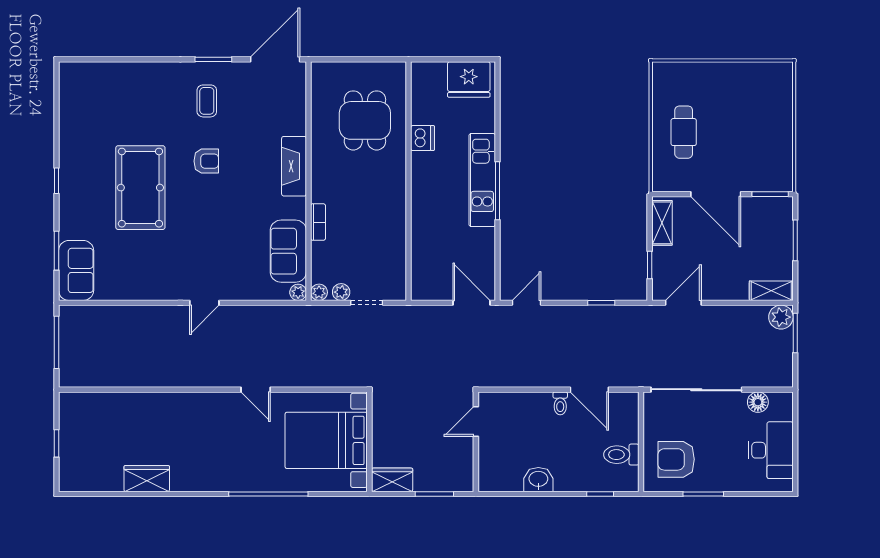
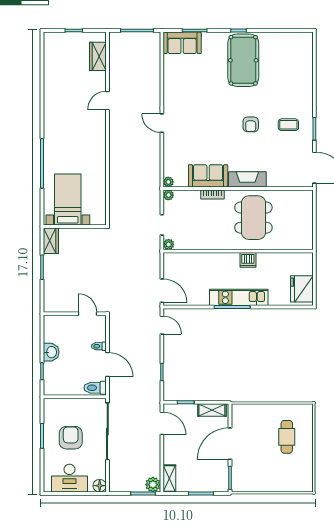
dining table: (365, 120) -> (253, 218), moved, width x1.38
cafe table: (684, 132) -> (287, 437), moved, turned 90
dishwasher: (422, 138) -> (248, 260), moved
pool table: (140, 188) -> (243, 60), moved, turned 90
sofa: (288, 251) -> (208, 176), moved
plant: (341, 292) -> (169, 244), moved
door: (471, 303) -> (162, 291), hinge flipped
door: (256, 390) -> (107, 101), moved
door: (589, 390) -> (107, 365), swing flipped
floor lamp: (758, 402) -> (100, 486), moved
door: (476, 422) -> (87, 314), moved
bed with nightstands: (326, 440) -> (68, 200), width x0.73
wall: (476, 442) -> (75, 314), moved
toilet: (621, 455) -> (95, 388), moved, turned -90
armchair: (676, 459) -> (71, 438), moved
wardrobe: (147, 479) -> (98, 56), moved, turned 180
washbasin: (538, 480) -> (51, 352), moved

